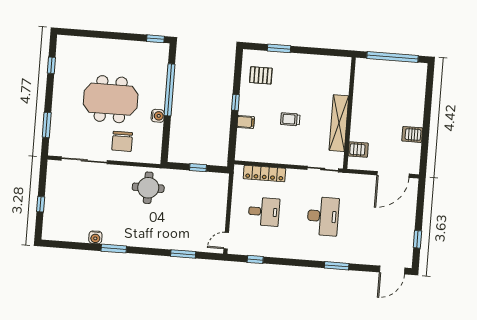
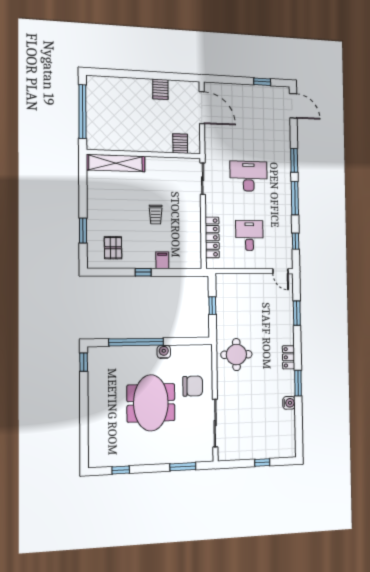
shelving: (339, 123) -> (116, 163), moved
locker: (140, 241) -> (288, 357), added
window: (298, 263) -> (295, 198), added

